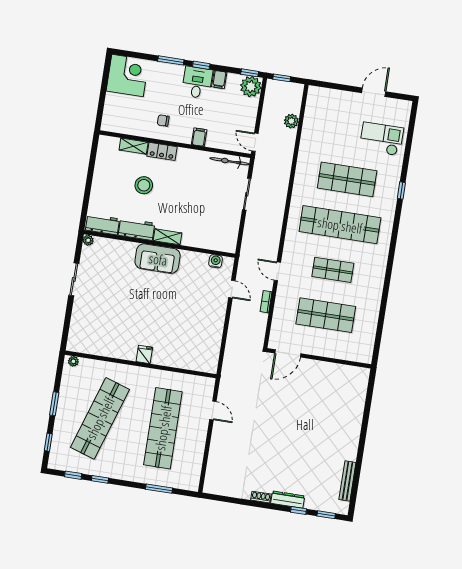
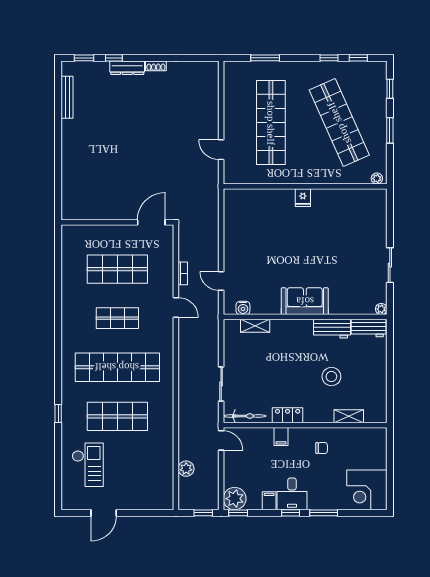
checkout: (381, 139) -> (88, 465), turned -90
locker: (162, 151) -> (288, 415), moved
shelving: (167, 237) -> (255, 326), moved
shop shelf: (100, 418) -> (339, 123), turned -42

